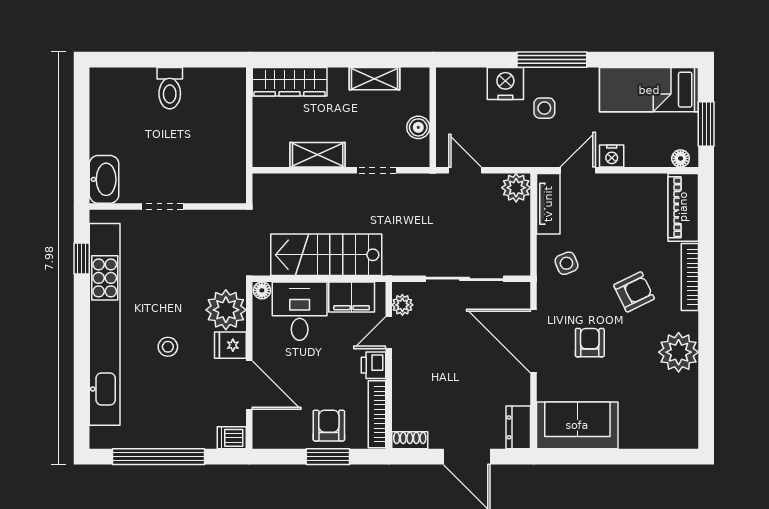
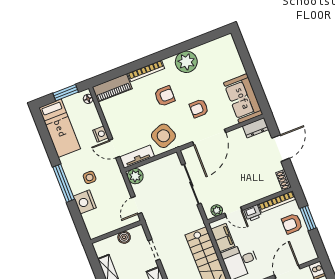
side table: (566, 263) -> (163, 136), width x1.87, depth x1.87
armchair: (634, 292) -> (165, 96), turned 116

